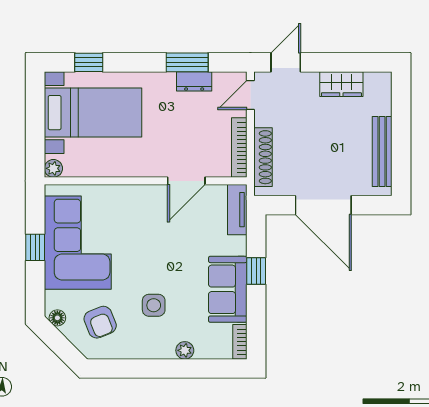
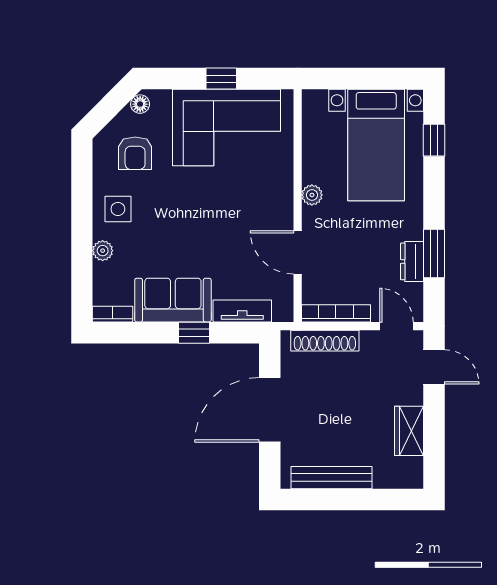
plant: (53, 168) -> (312, 195), moved
tv unit: (237, 210) -> (242, 311), moved
side table: (154, 305) -> (118, 209), moved
armchair: (100, 322) -> (135, 153), turned -68

